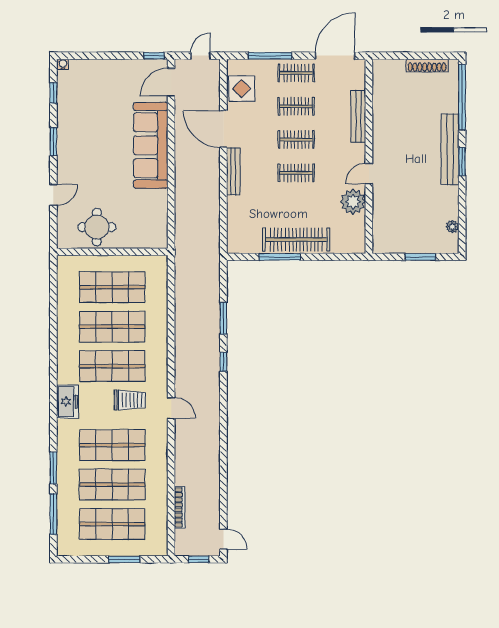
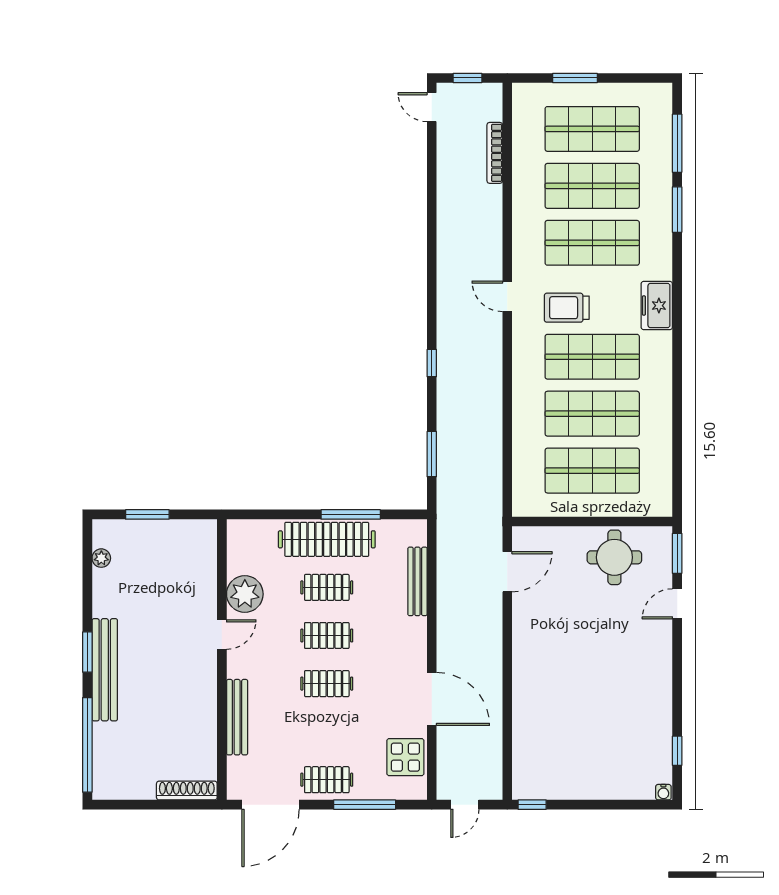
shoe rack: (427, 65) -> (187, 791), moved
door: (171, 82) -> (507, 572), moved
clothes rail: (296, 106) -> (327, 587), moved
window: (53, 142) -> (677, 553), moved
sofa: (151, 145) -> (537, 675), removed
bench: (233, 171) -> (417, 581), moved
window: (223, 318) -> (432, 454), moved

